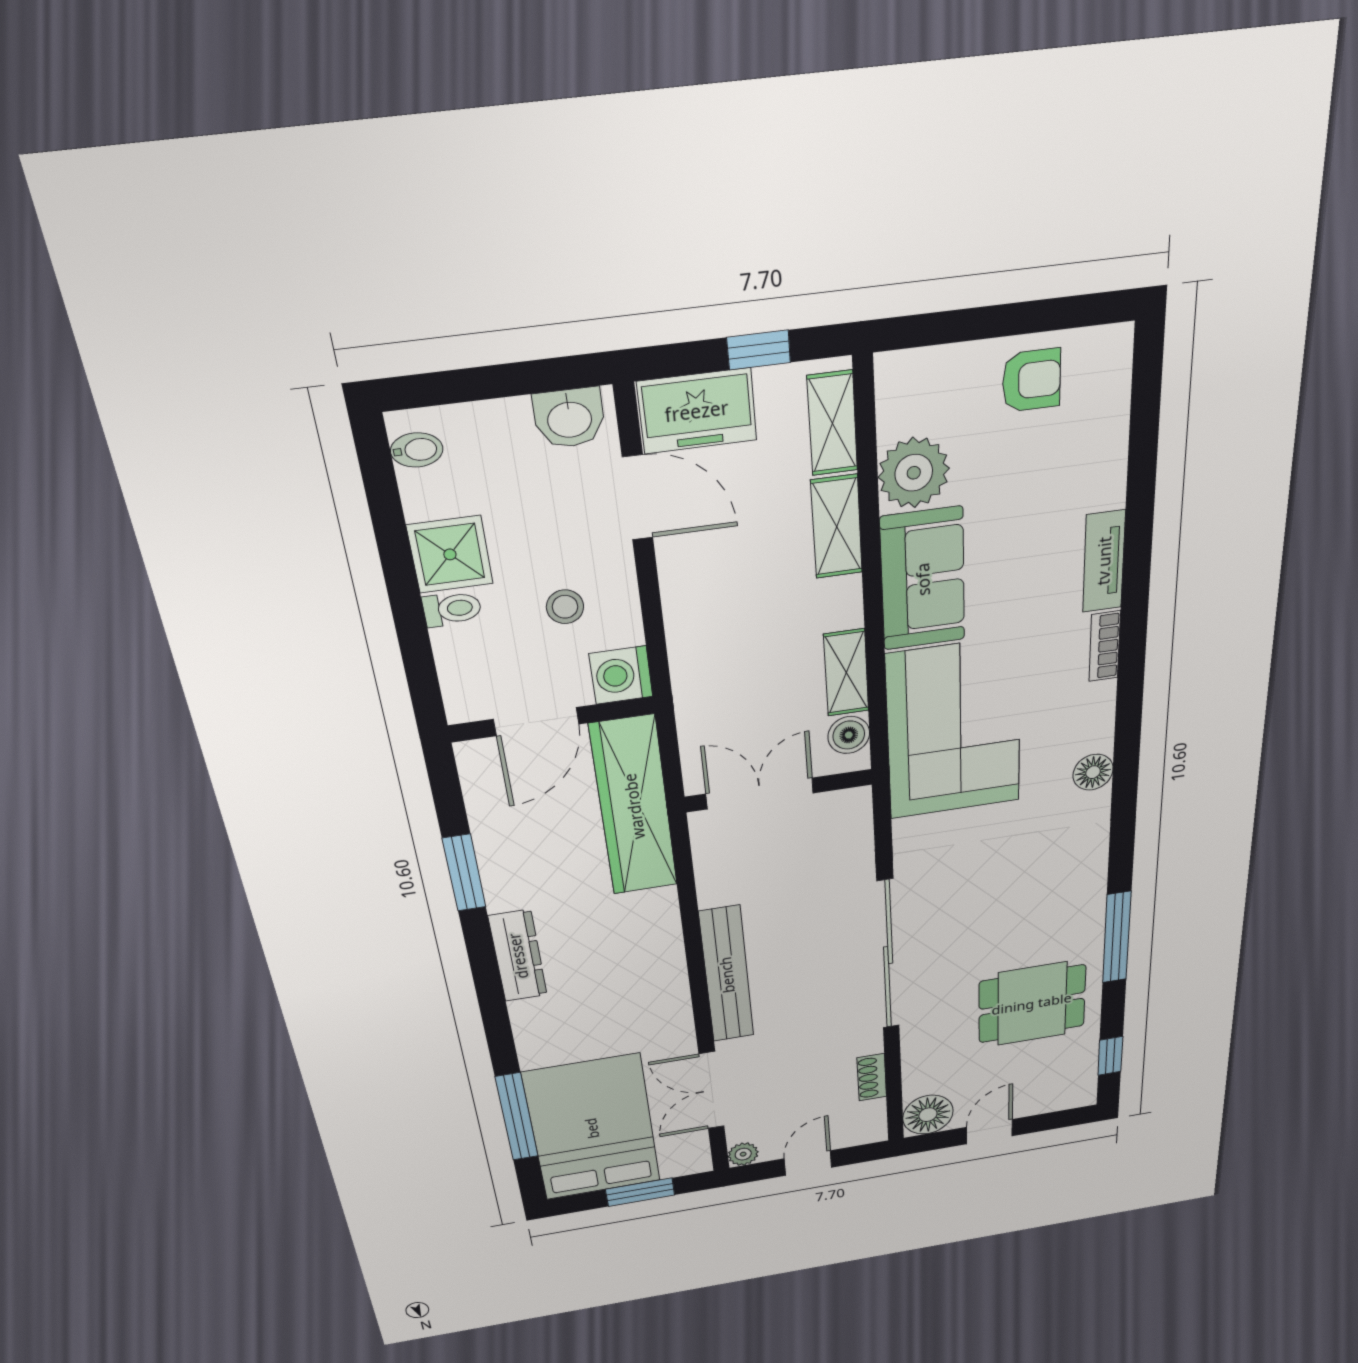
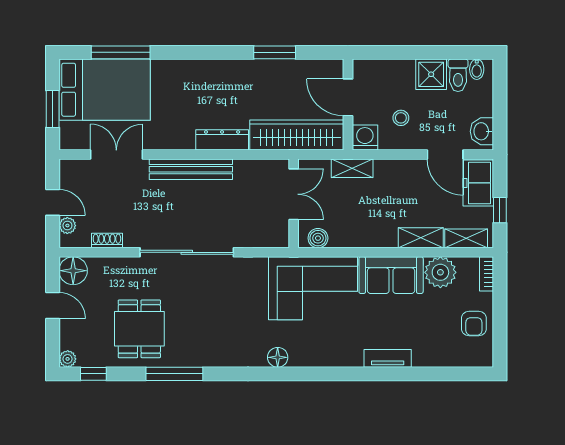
door: (638, 498) -> (445, 155), hinge flipped
toilet: (452, 609) -> (458, 75), moved, width x1.37, depth x1.39
bookcase: (1105, 646) -> (487, 274), moved, turned -90
shelving: (846, 673) -> (352, 168), moved
dresser: (518, 956) -> (222, 140), moved, turned 180
plant: (1082, 1096) -> (68, 359), added
plant: (743, 1154) -> (67, 226), moved

